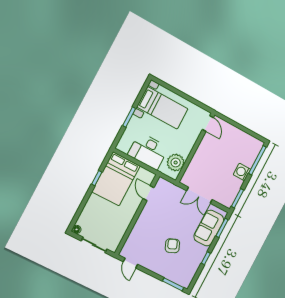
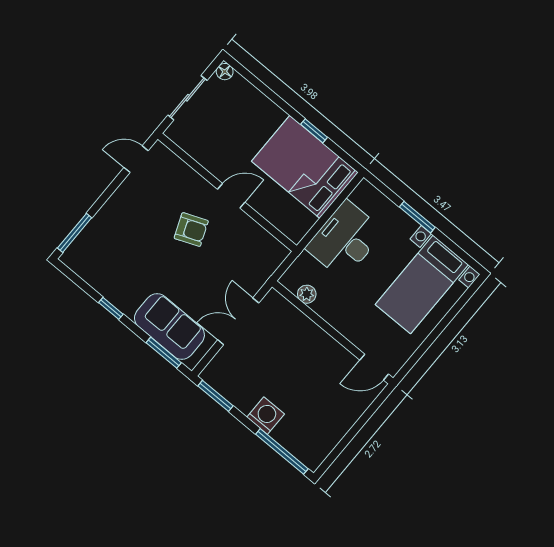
plant: (176, 163) -> (307, 294), width x0.53, depth x0.53
door: (149, 193) -> (231, 196), moved
armchair: (172, 246) -> (191, 230), moved

